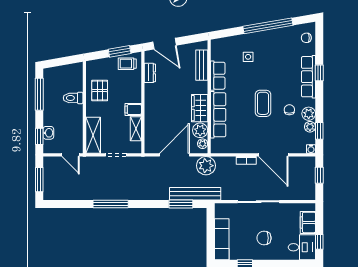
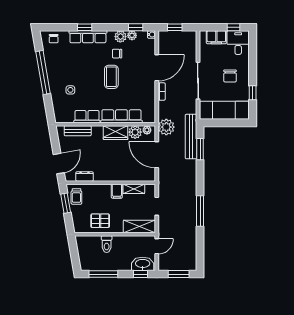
coffee table: (263, 103) -> (111, 77), turned 90
washbasin: (48, 133) -> (143, 264), width x1.91, depth x1.45
exam couch: (222, 239) -> (225, 110), width x1.36, depth x1.45

